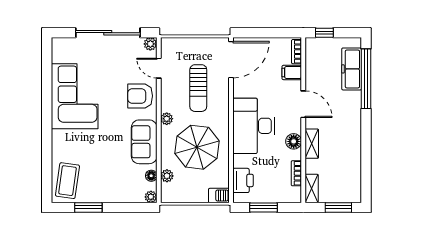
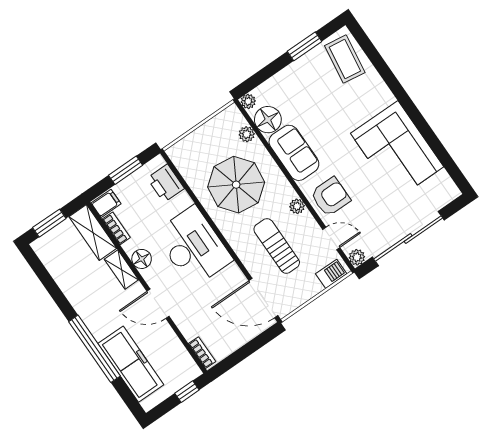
door: (231, 60) -> (263, 298), hinge flipped
freezer: (352, 69) -> (131, 364), width x1.36, depth x1.26
filing cabinet: (292, 72) -> (106, 203), moved
window: (366, 79) -> (94, 349), moved
plant: (167, 119) -> (297, 206), moved
floor lamp: (151, 176) -> (268, 120), width x1.89, depth x1.89
shelving: (312, 188) -> (93, 232), width x1.50, depth x1.33
barbecue: (219, 196) -> (331, 274), moved, turned 180

